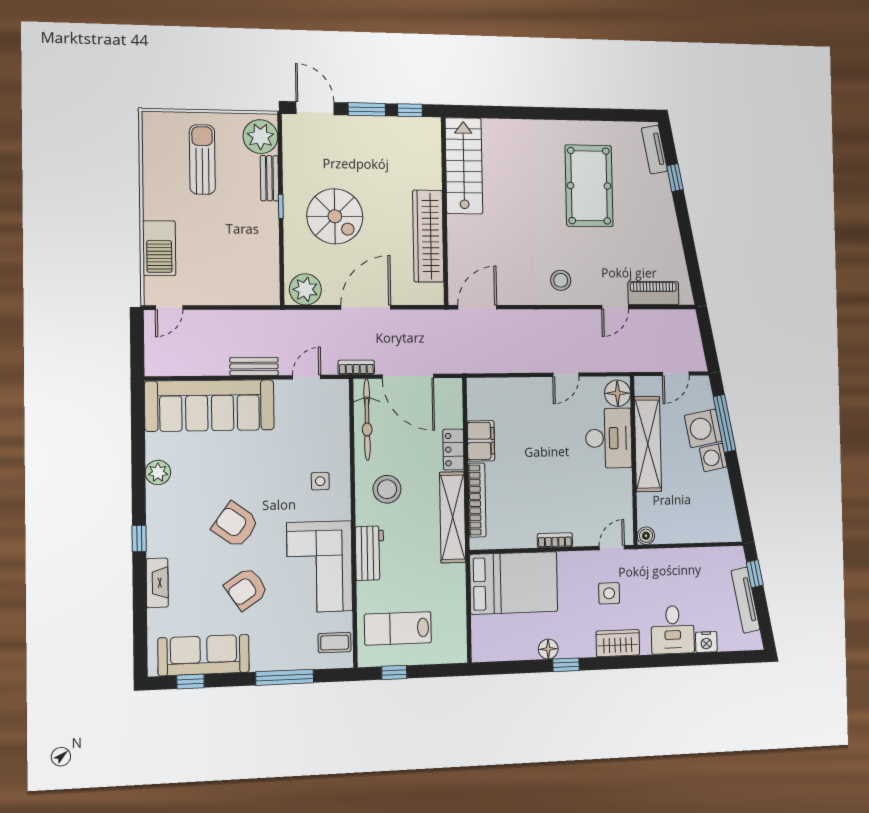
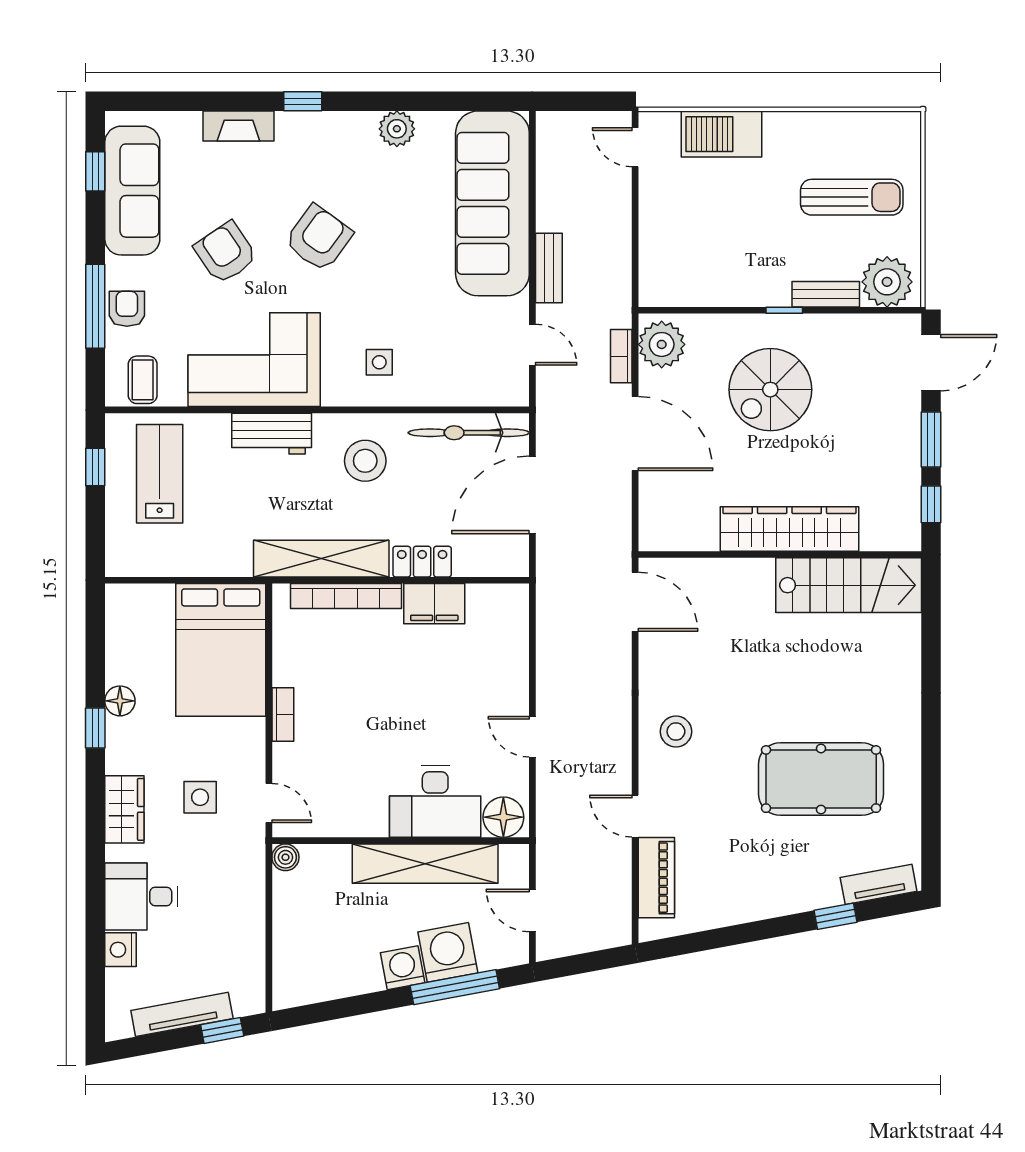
wardrobe: (428, 236) -> (789, 529), moved
bookcase: (356, 367) -> (621, 356), moved, turned 180
armchair: (286, 655) -> (127, 309), added

